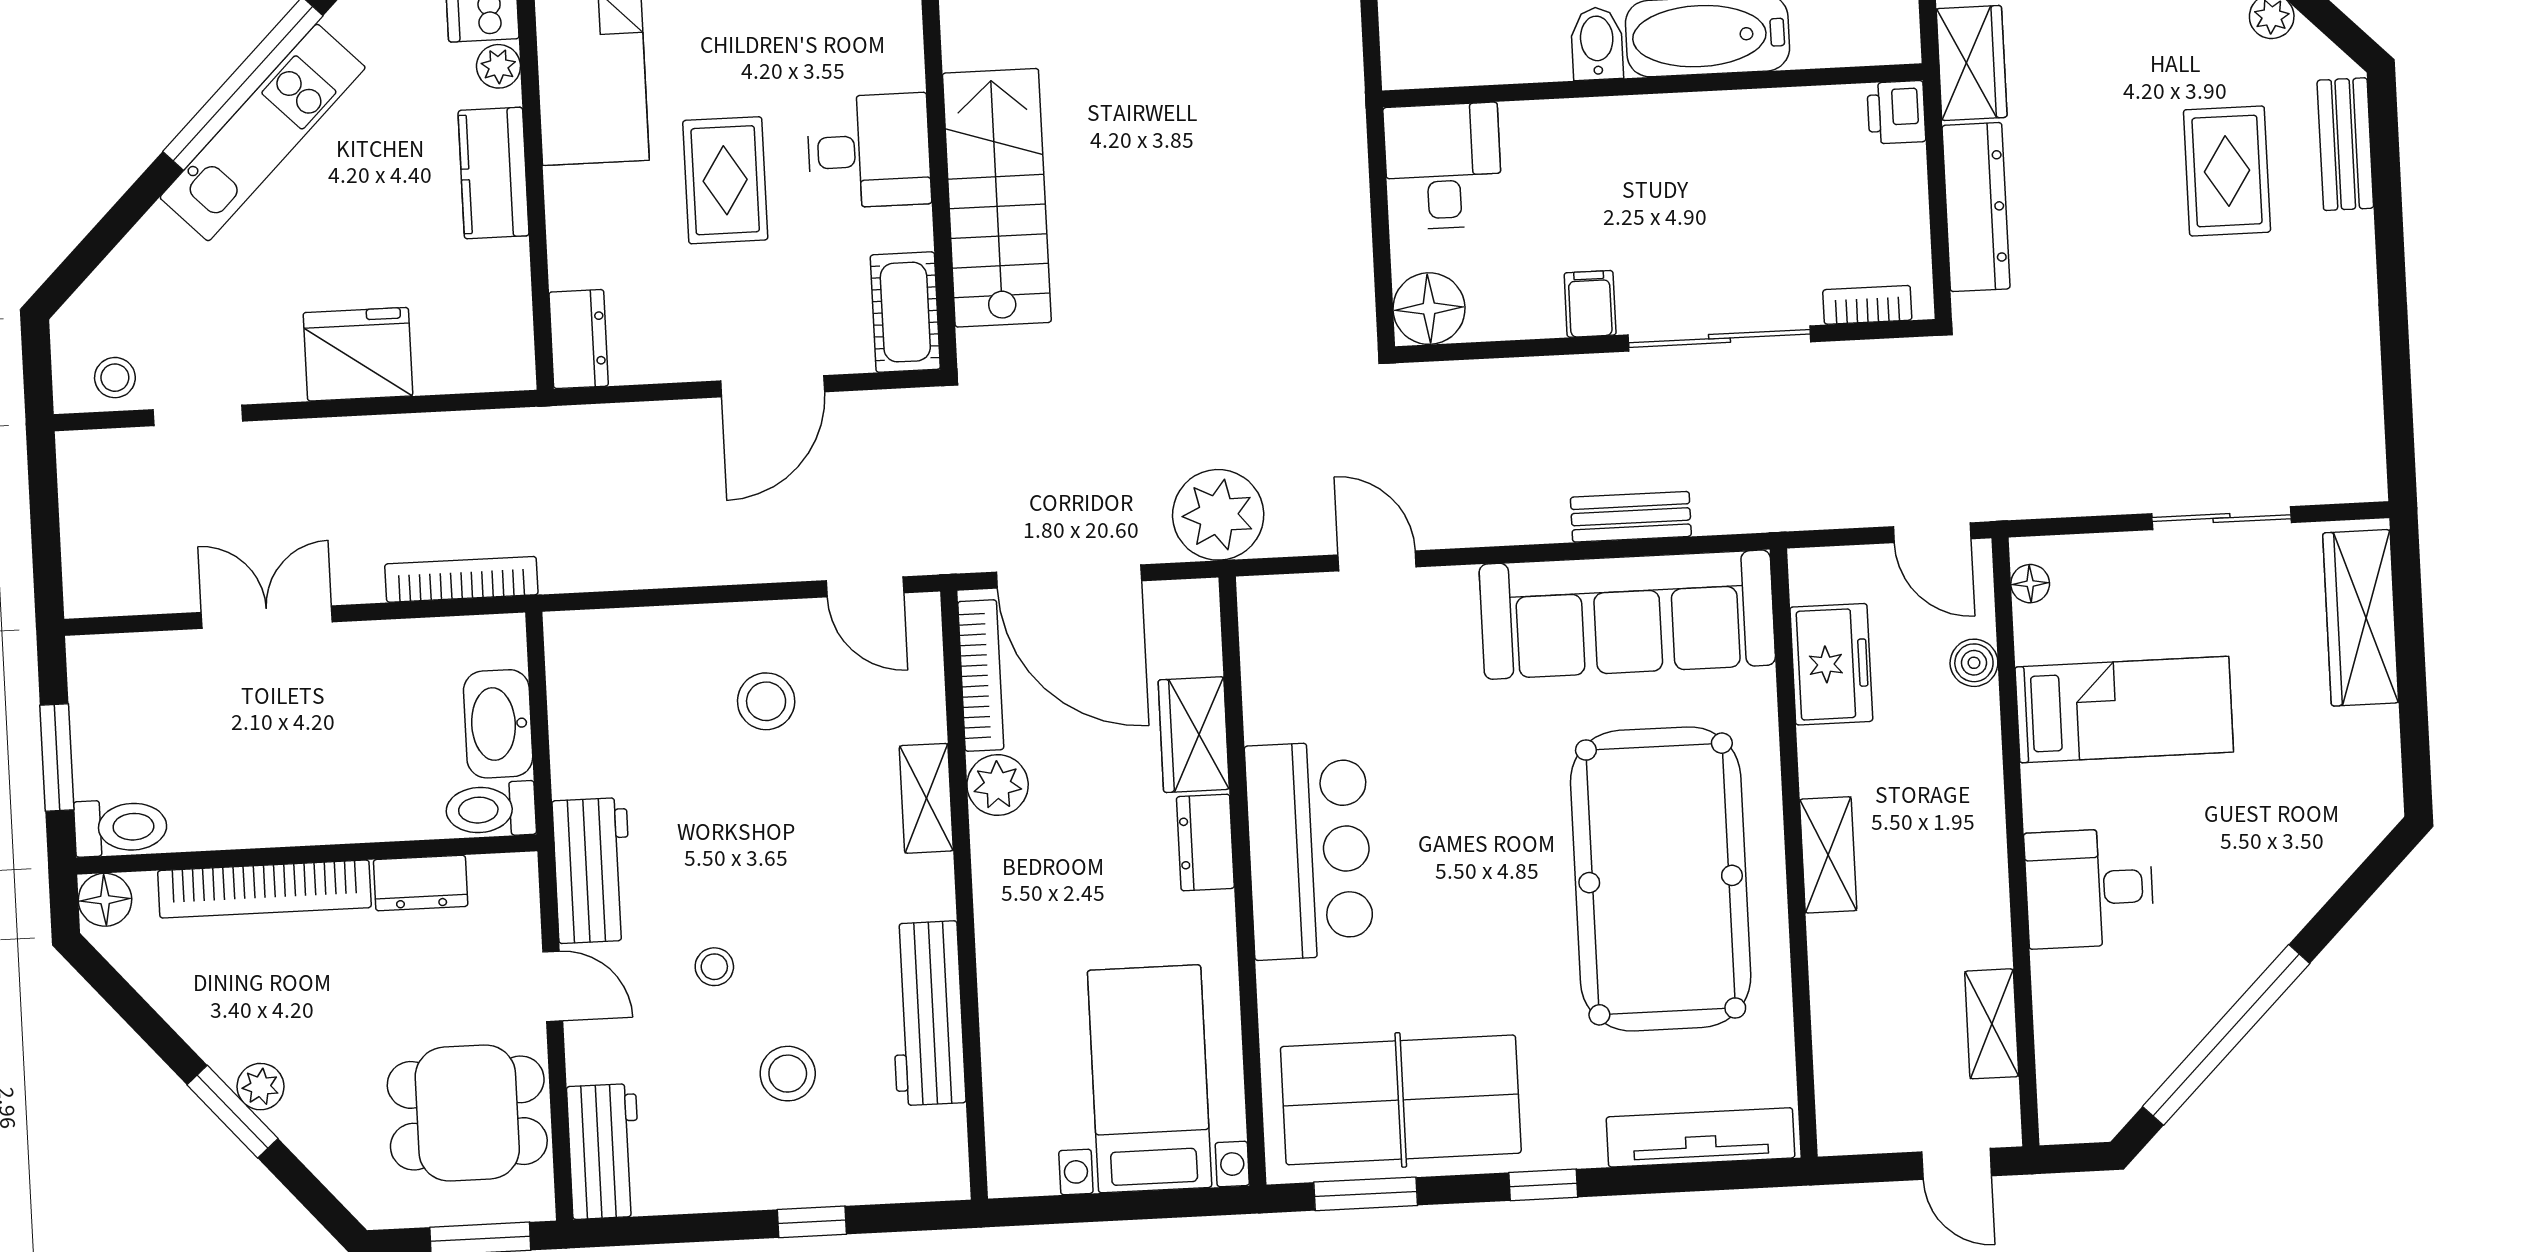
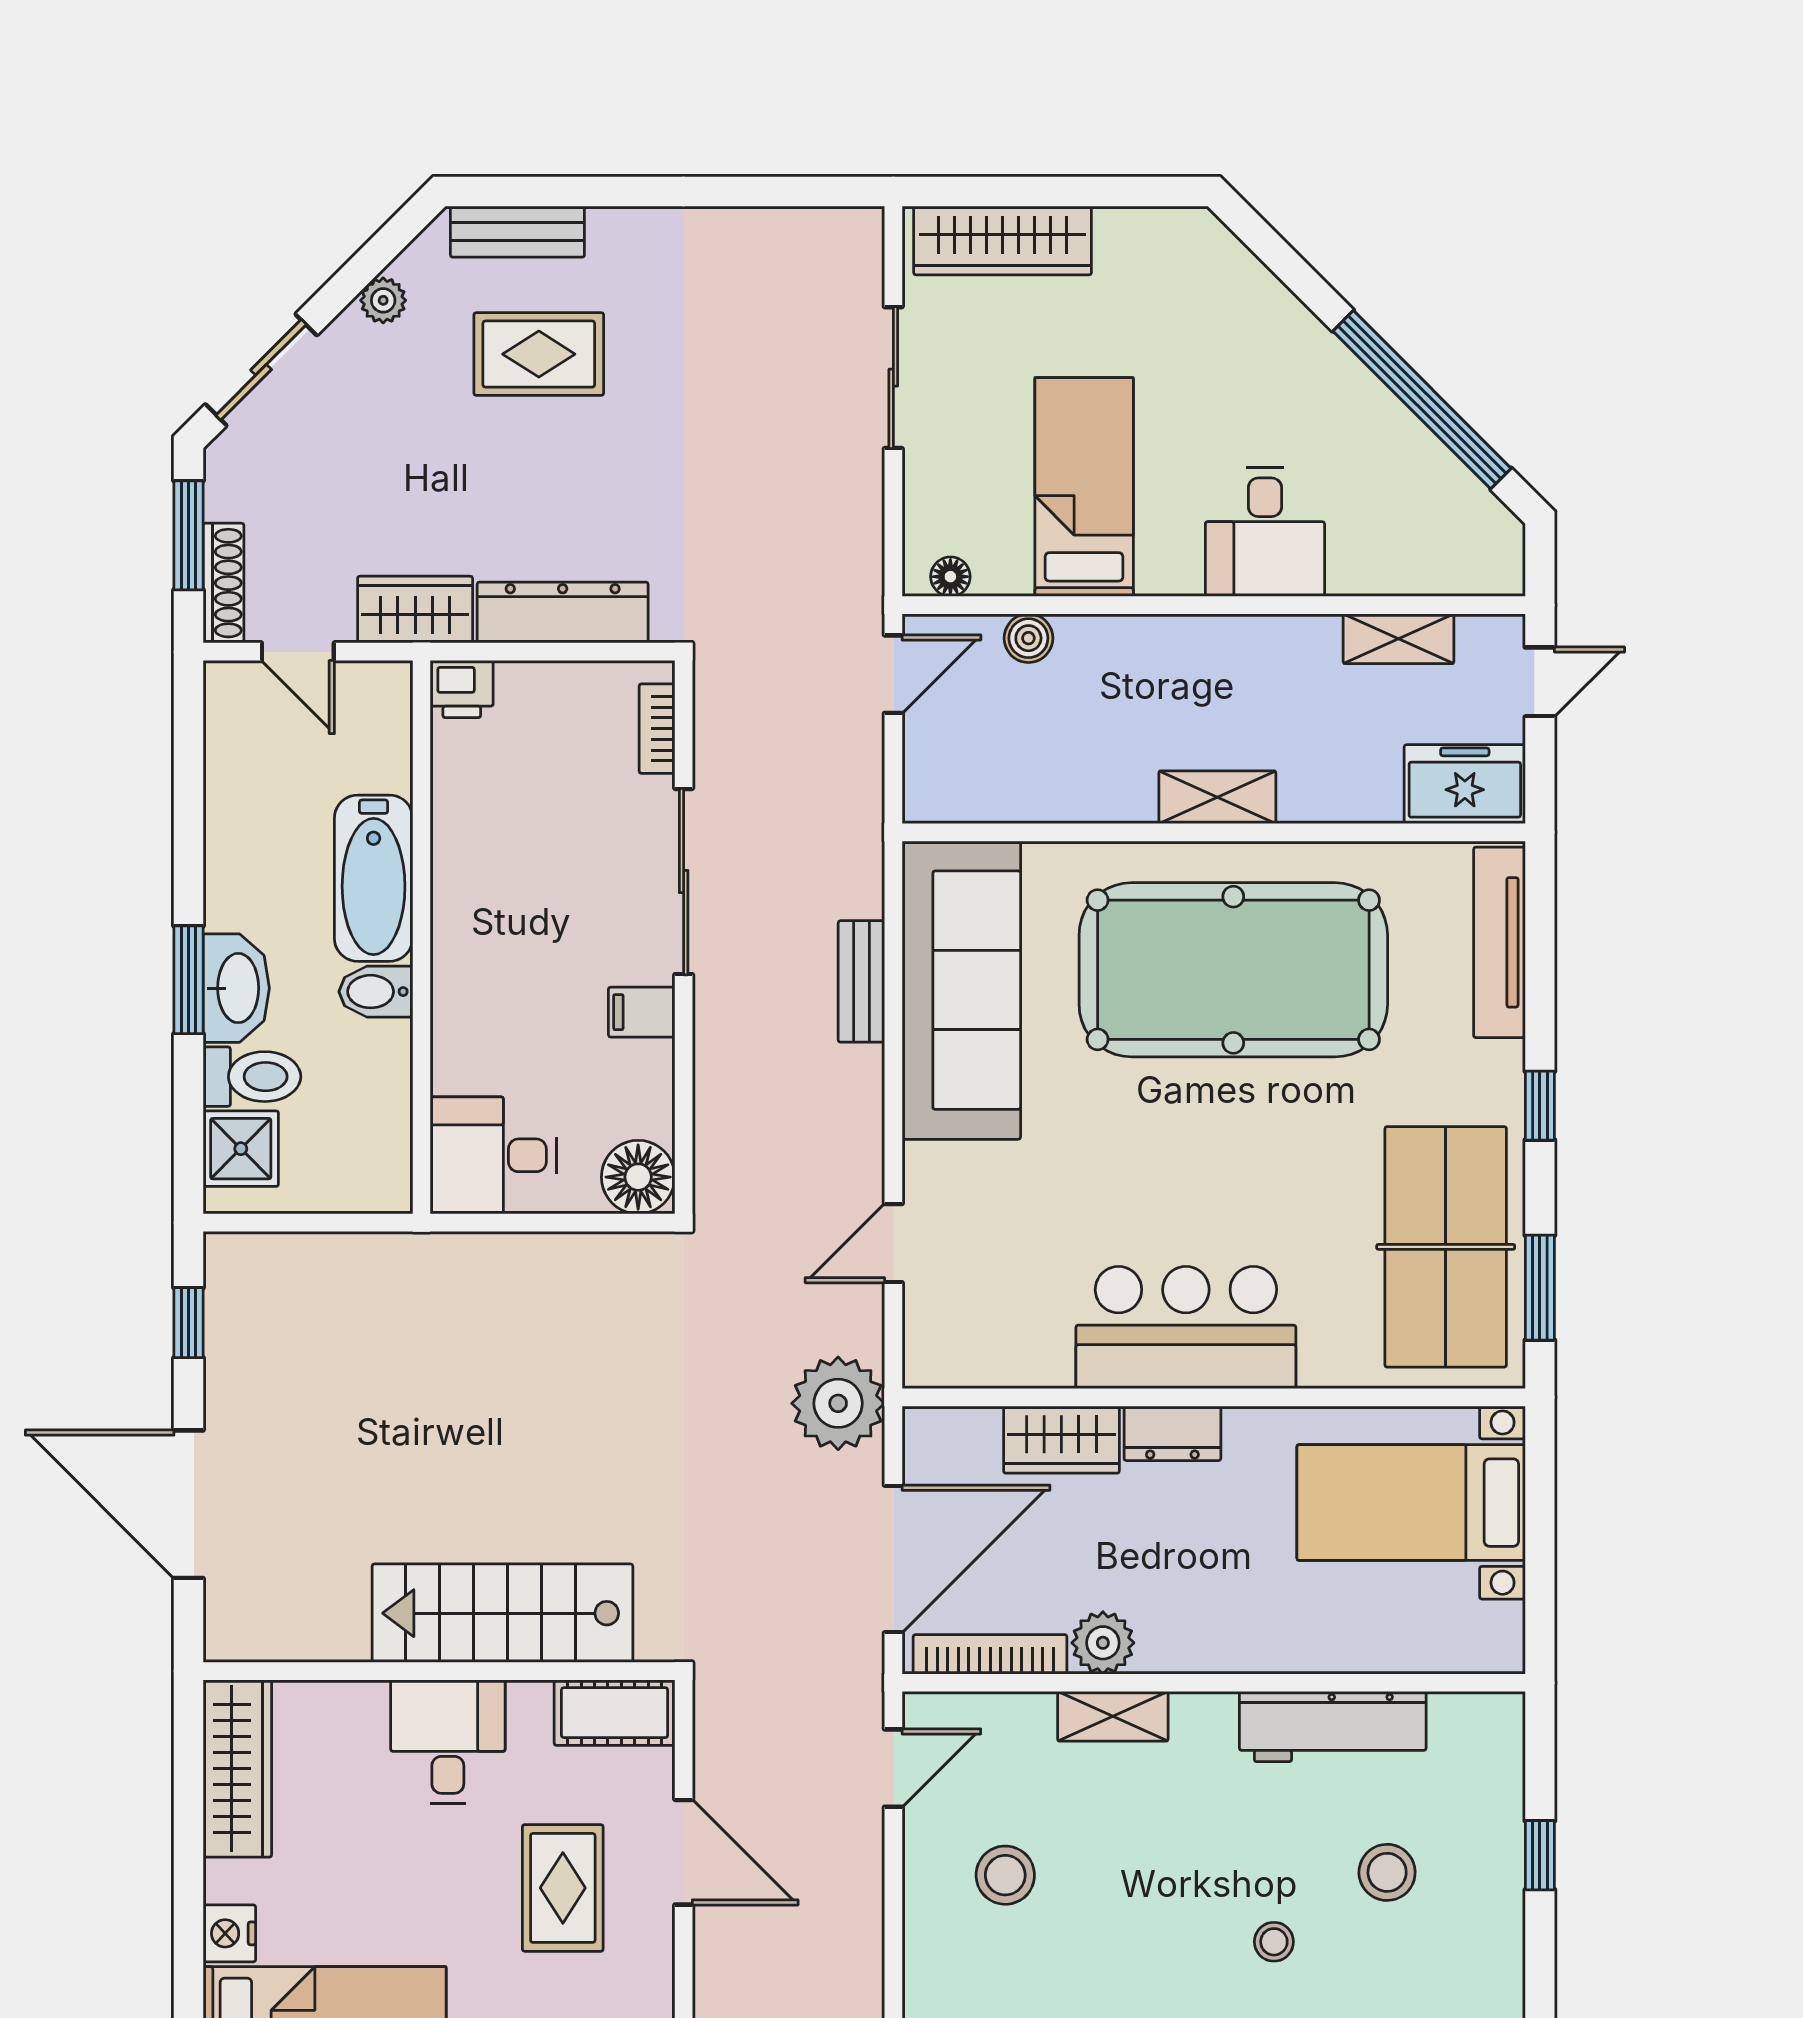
rug: (725, 180) -> (563, 1888), moved, turned 90
freezer: (1831, 664) -> (1465, 784), moved

